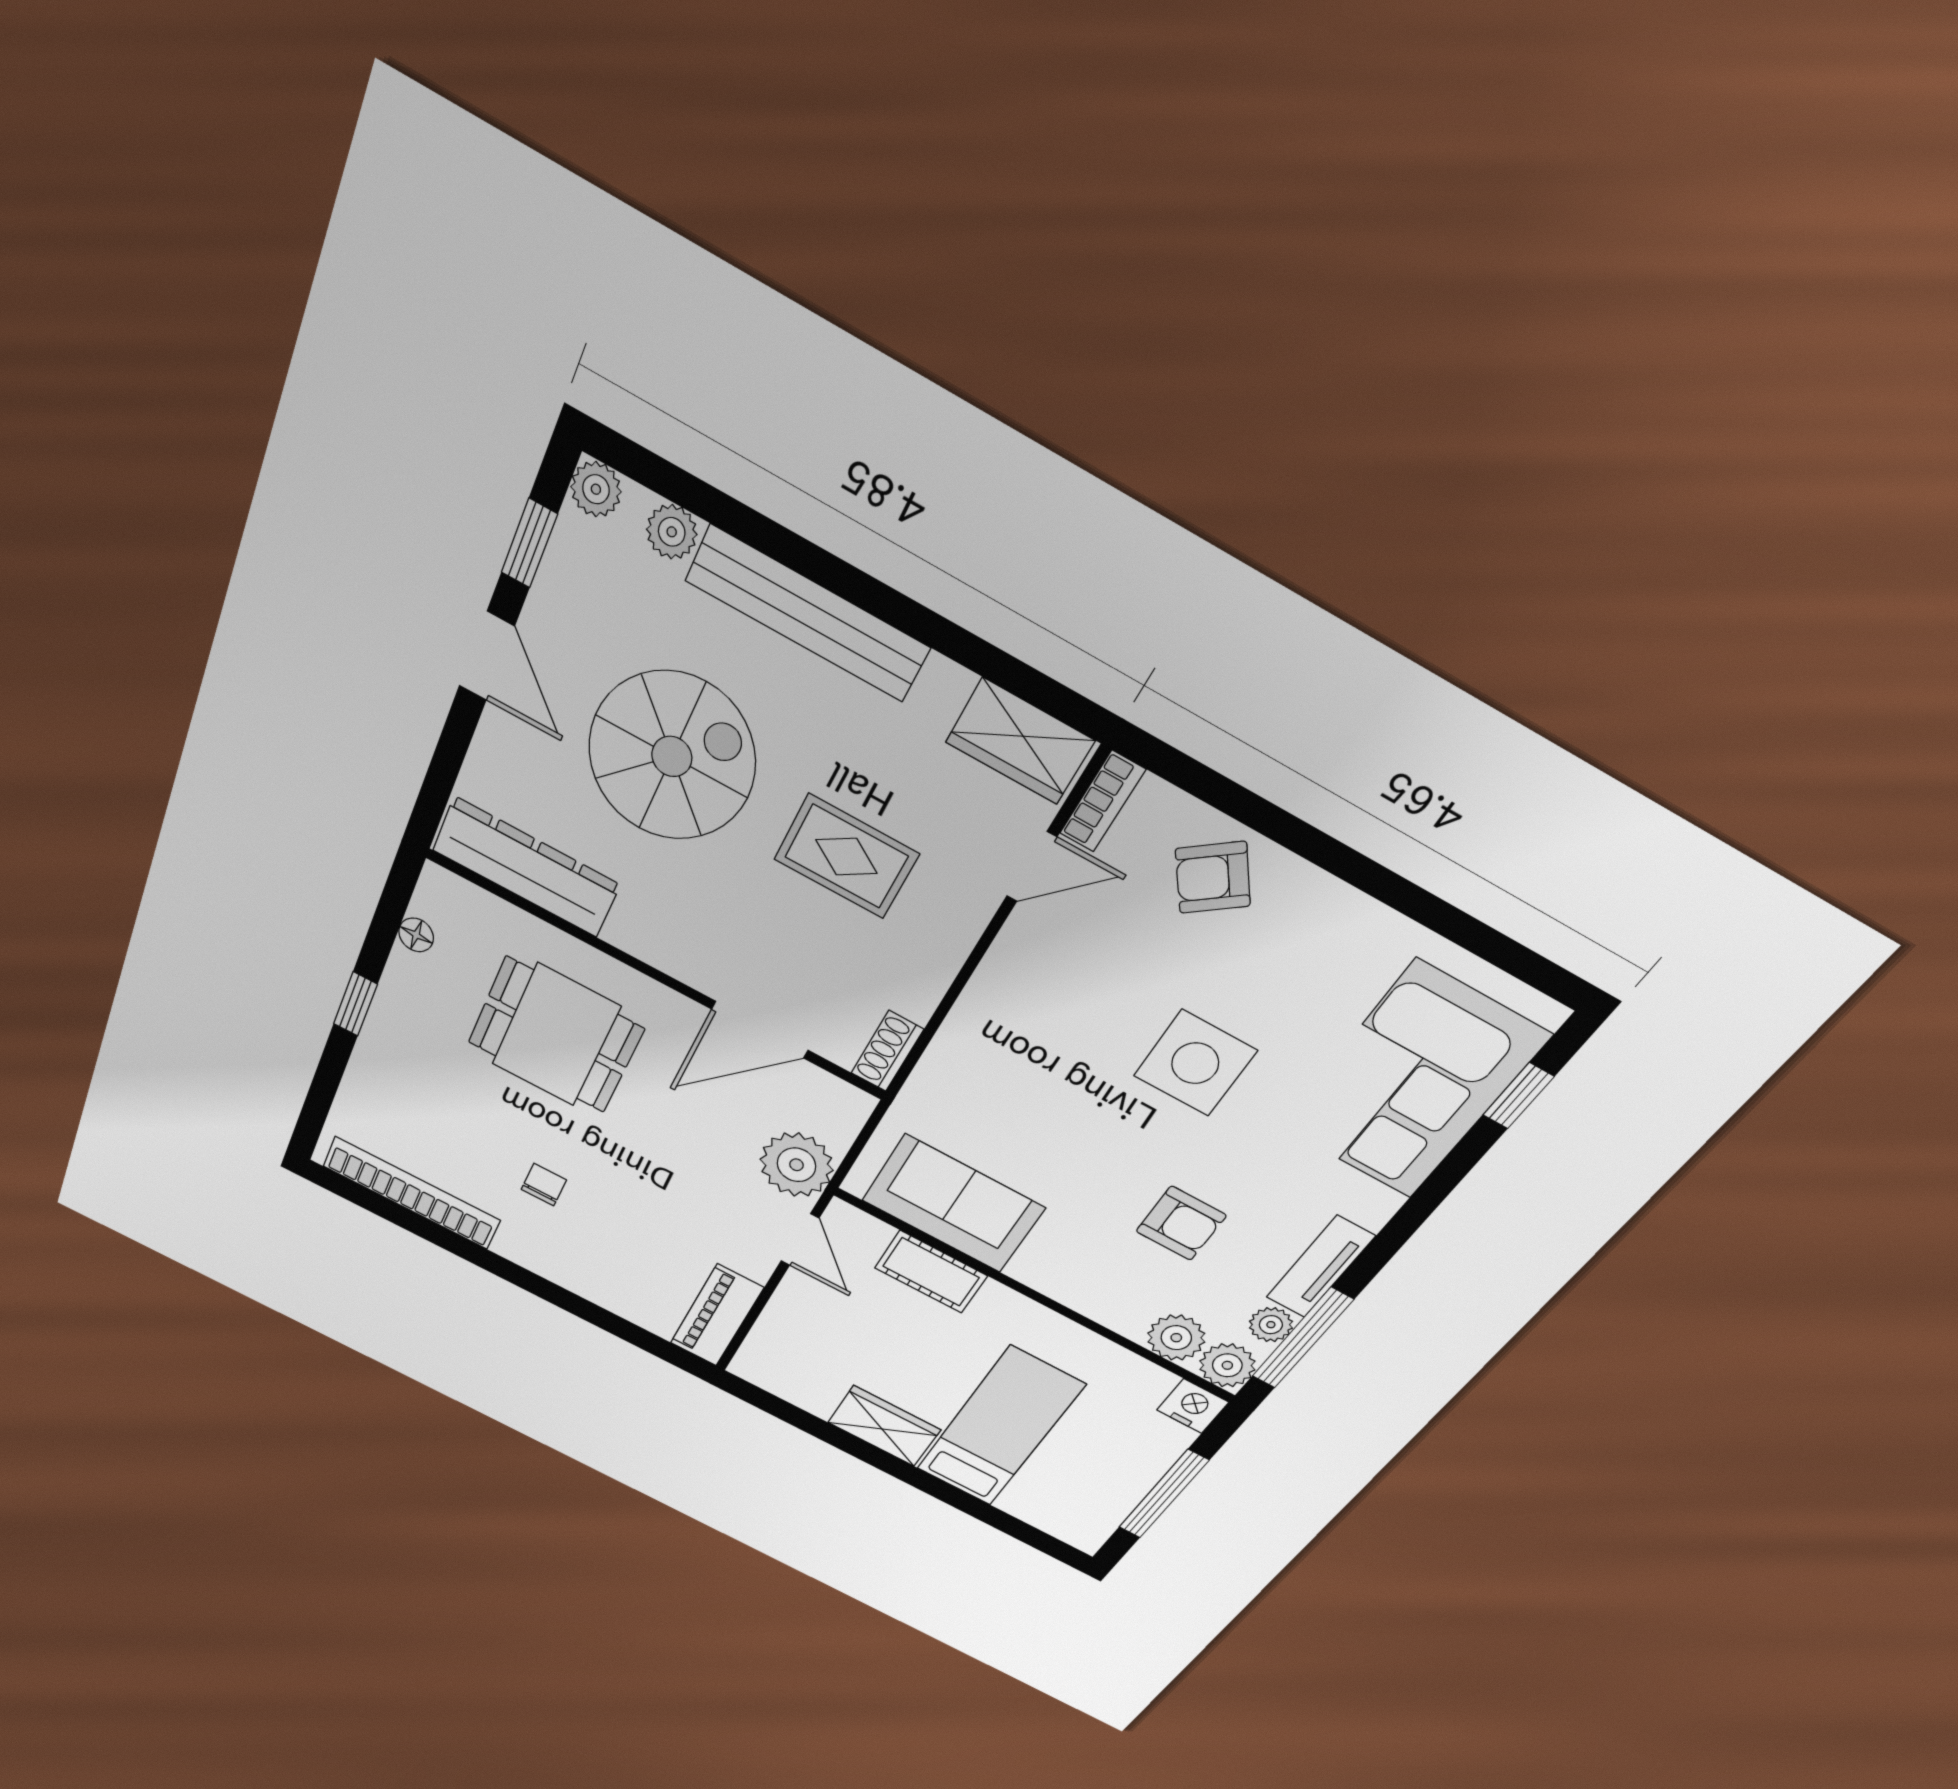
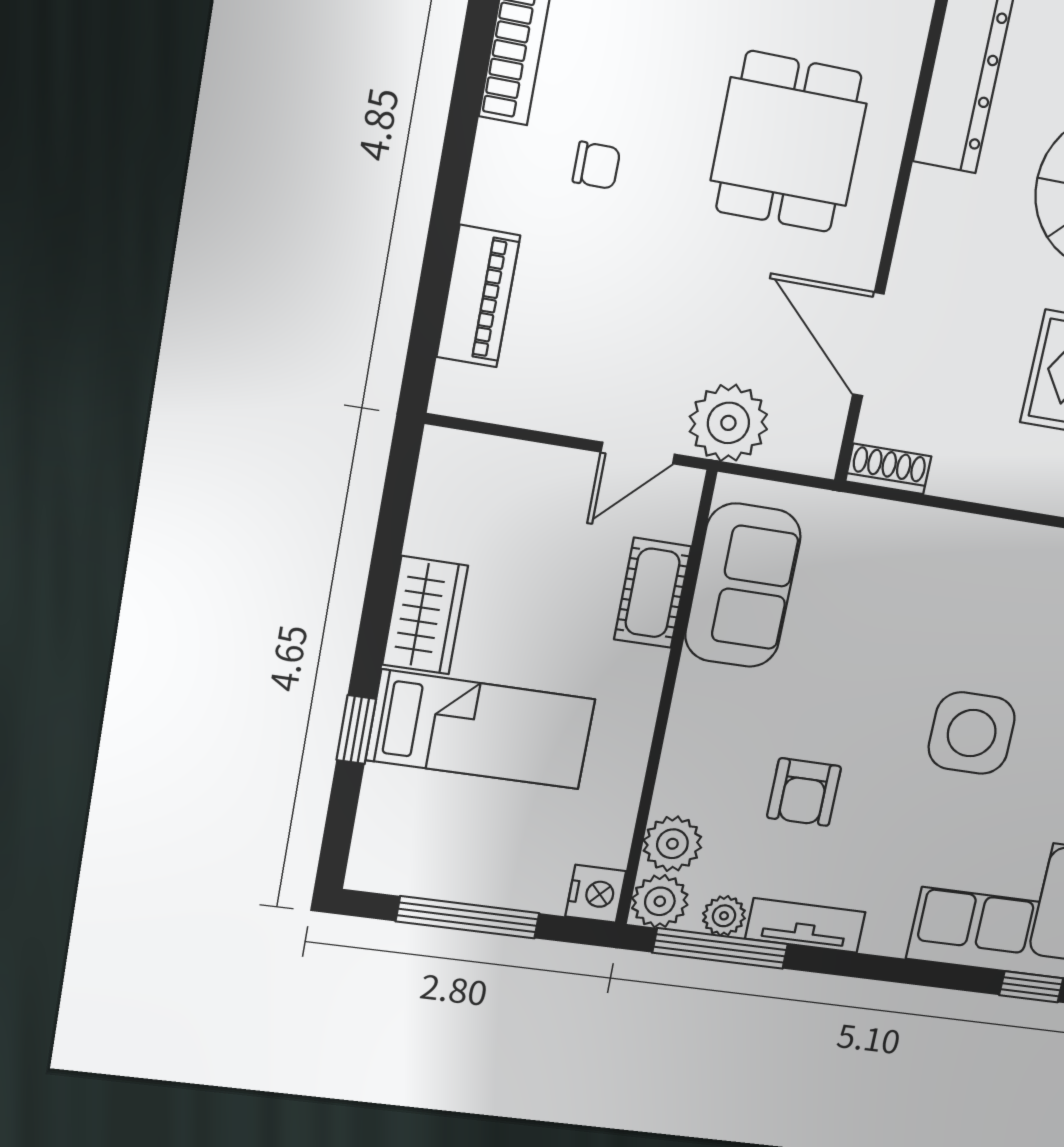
piano: (717, 1315) -> (478, 296), moved, turned 90
window: (961, 1500) -> (356, 730), added

